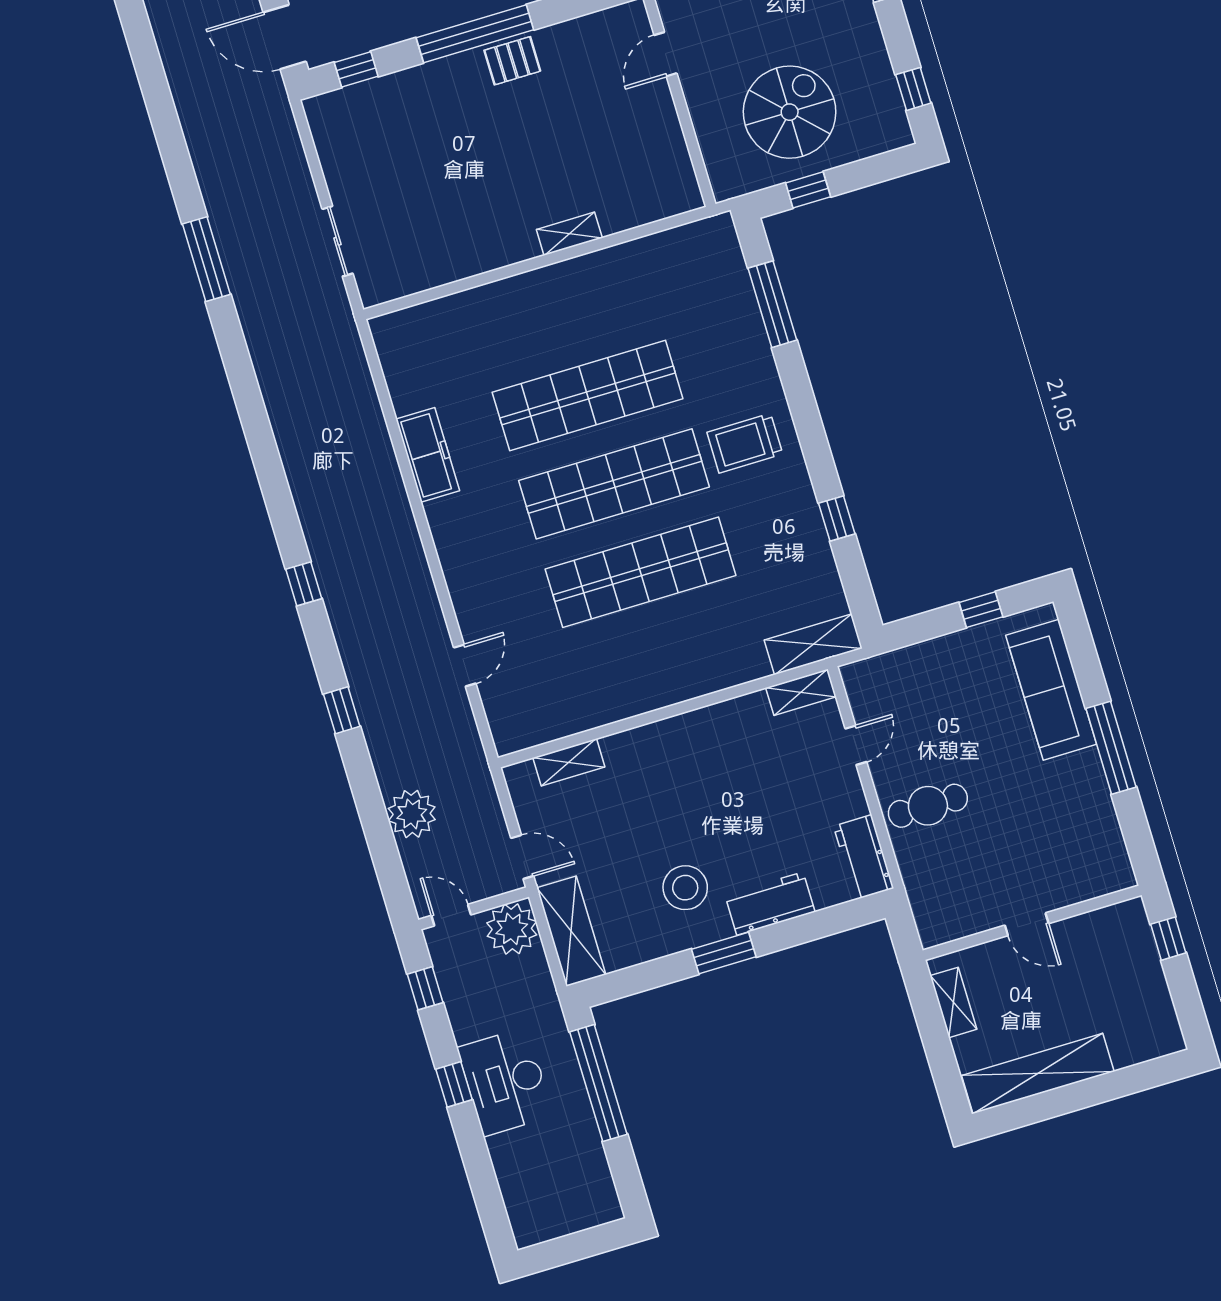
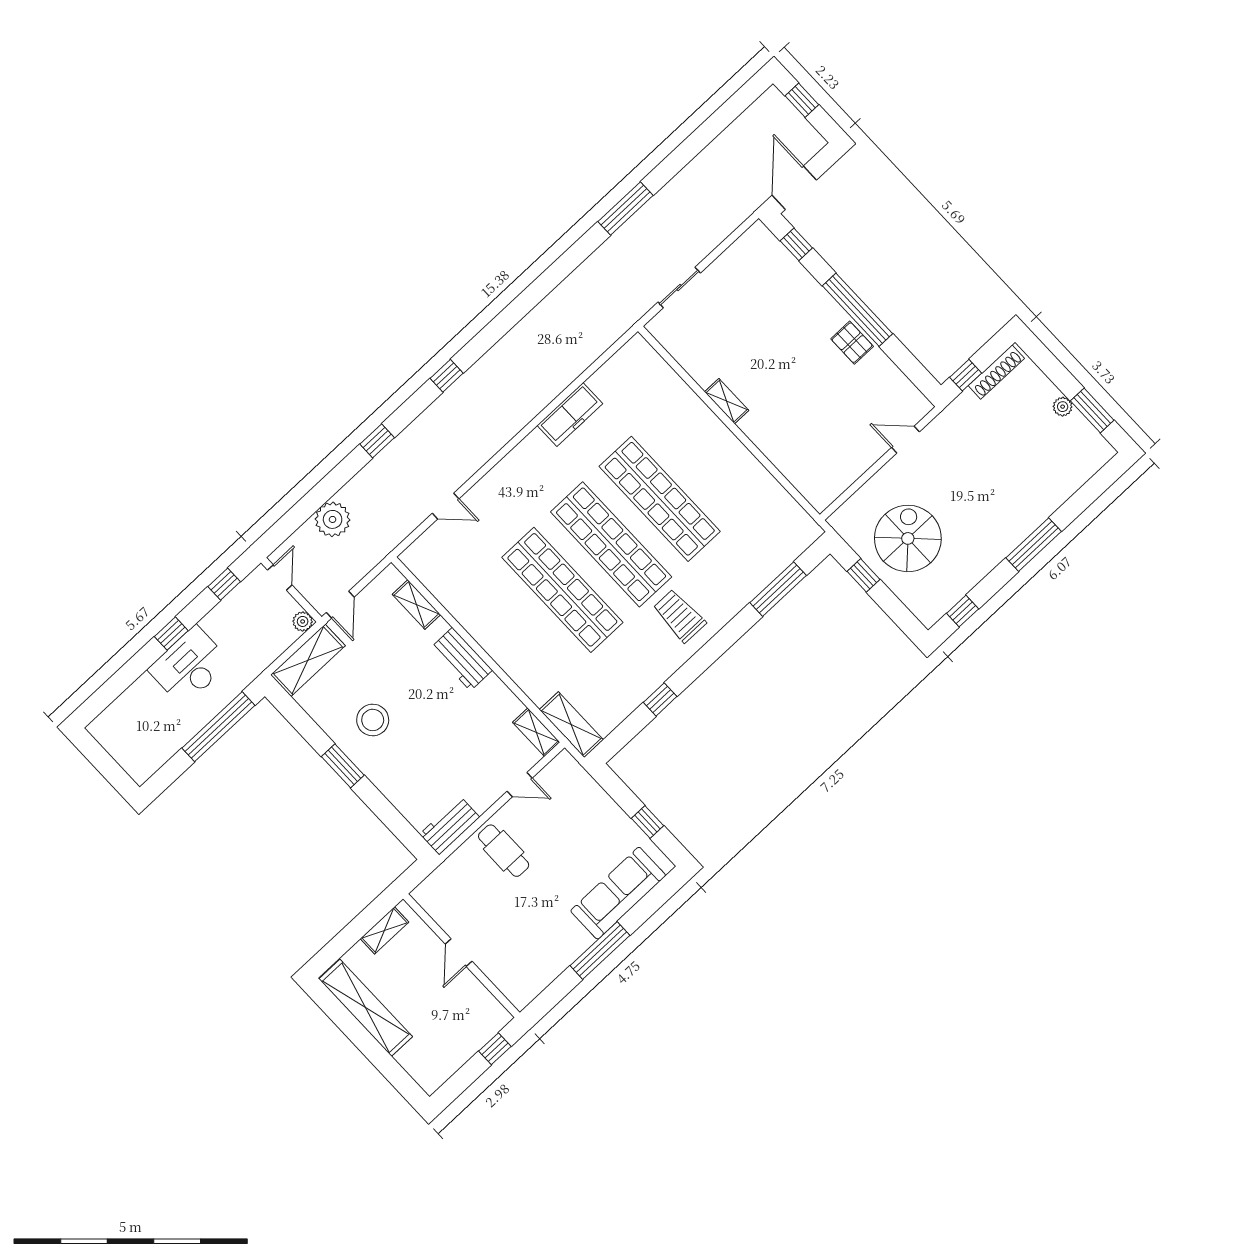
spiral stairs: (790, 112) -> (908, 538), turned -90
shelving: (569, 234) -> (727, 401), moved
workbench: (770, 904) -> (461, 659), moved, turned 180
plant: (512, 929) -> (303, 621), width x0.53, depth x0.53

